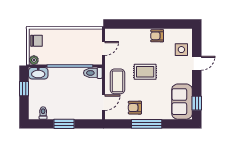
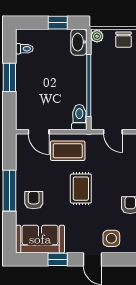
window: (197, 103) -> (58, 259), moved
armchair: (135, 108) -> (34, 200), moved

